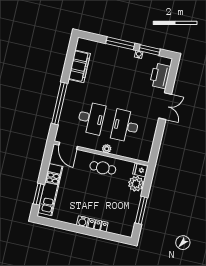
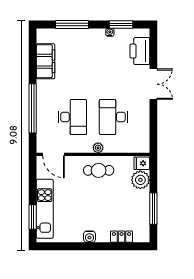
window: (120, 43) -> (72, 24), moved
locker: (98, 225) -> (122, 237), moved

